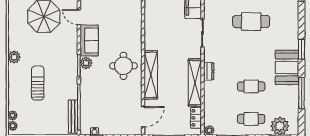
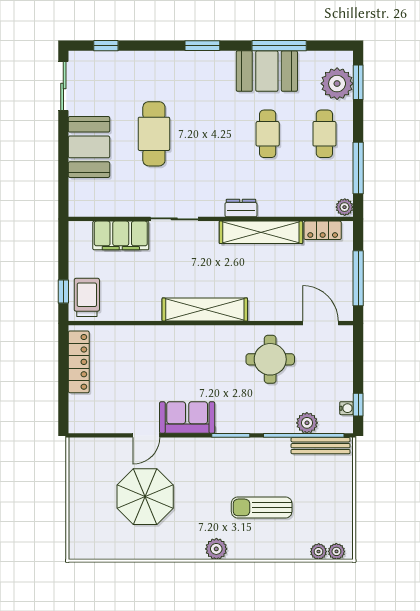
plant: (86, 63) -> (307, 423), moved
round table: (123, 66) -> (270, 359), moved
booth: (287, 67) -> (267, 71), moved
shelving: (151, 75) -> (205, 310), moved

